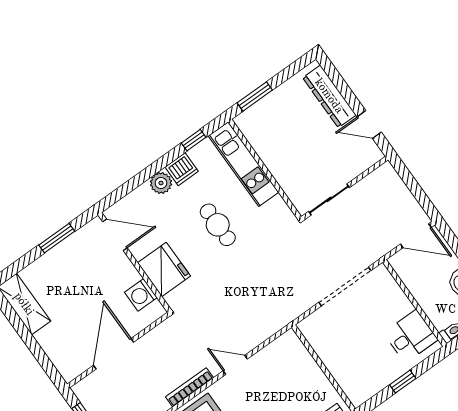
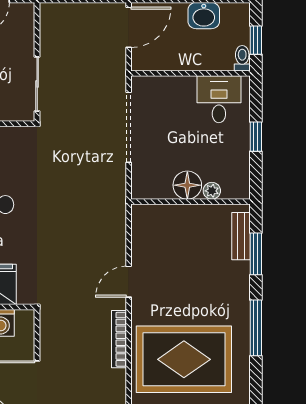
floor lamp: (334, 358) -> (187, 185), added
plant: (342, 378) -> (212, 191), added

